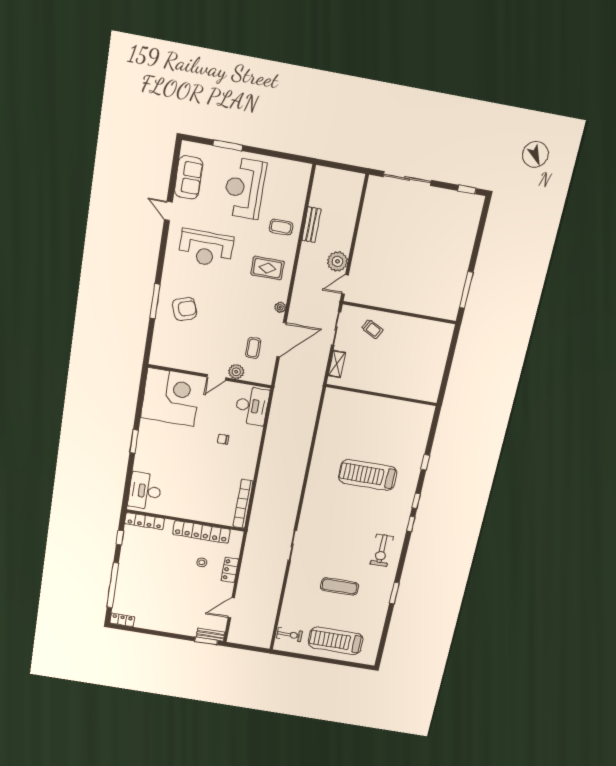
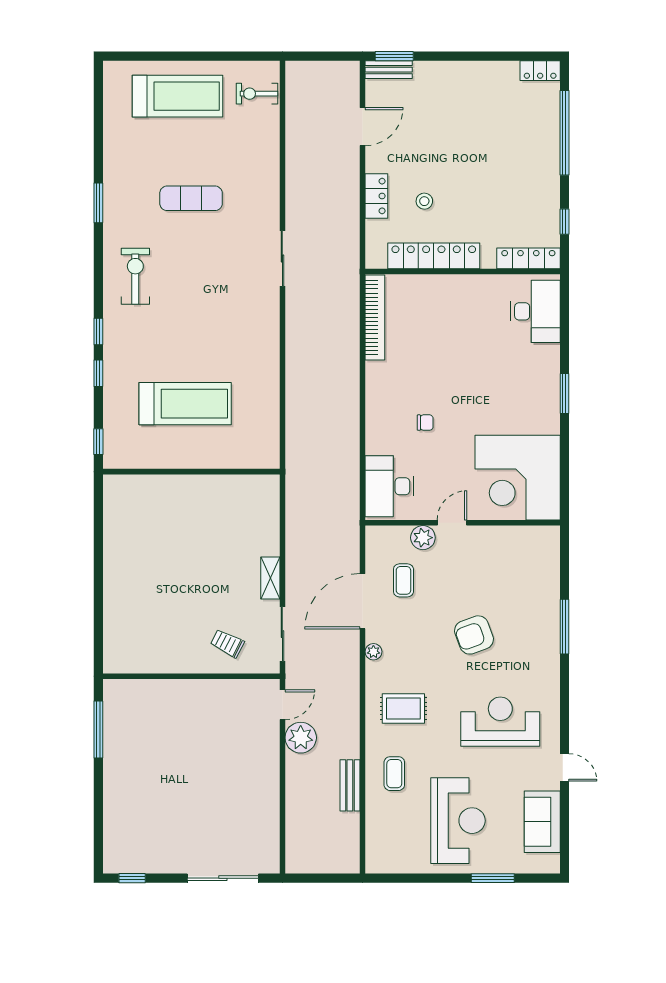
coffee table: (281, 227) -> (394, 774), turned 90
armchair: (184, 309) -> (474, 635), moved
wall: (381, 395) -> (191, 472), moved

